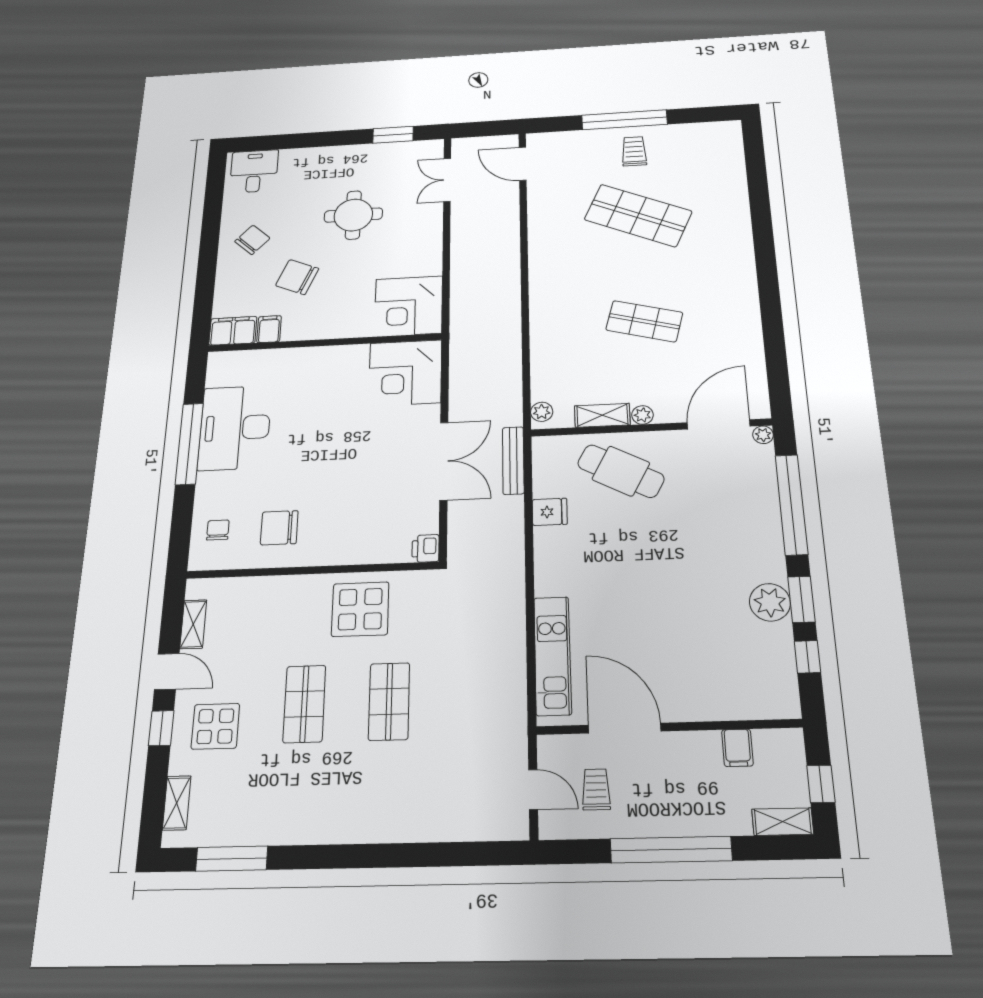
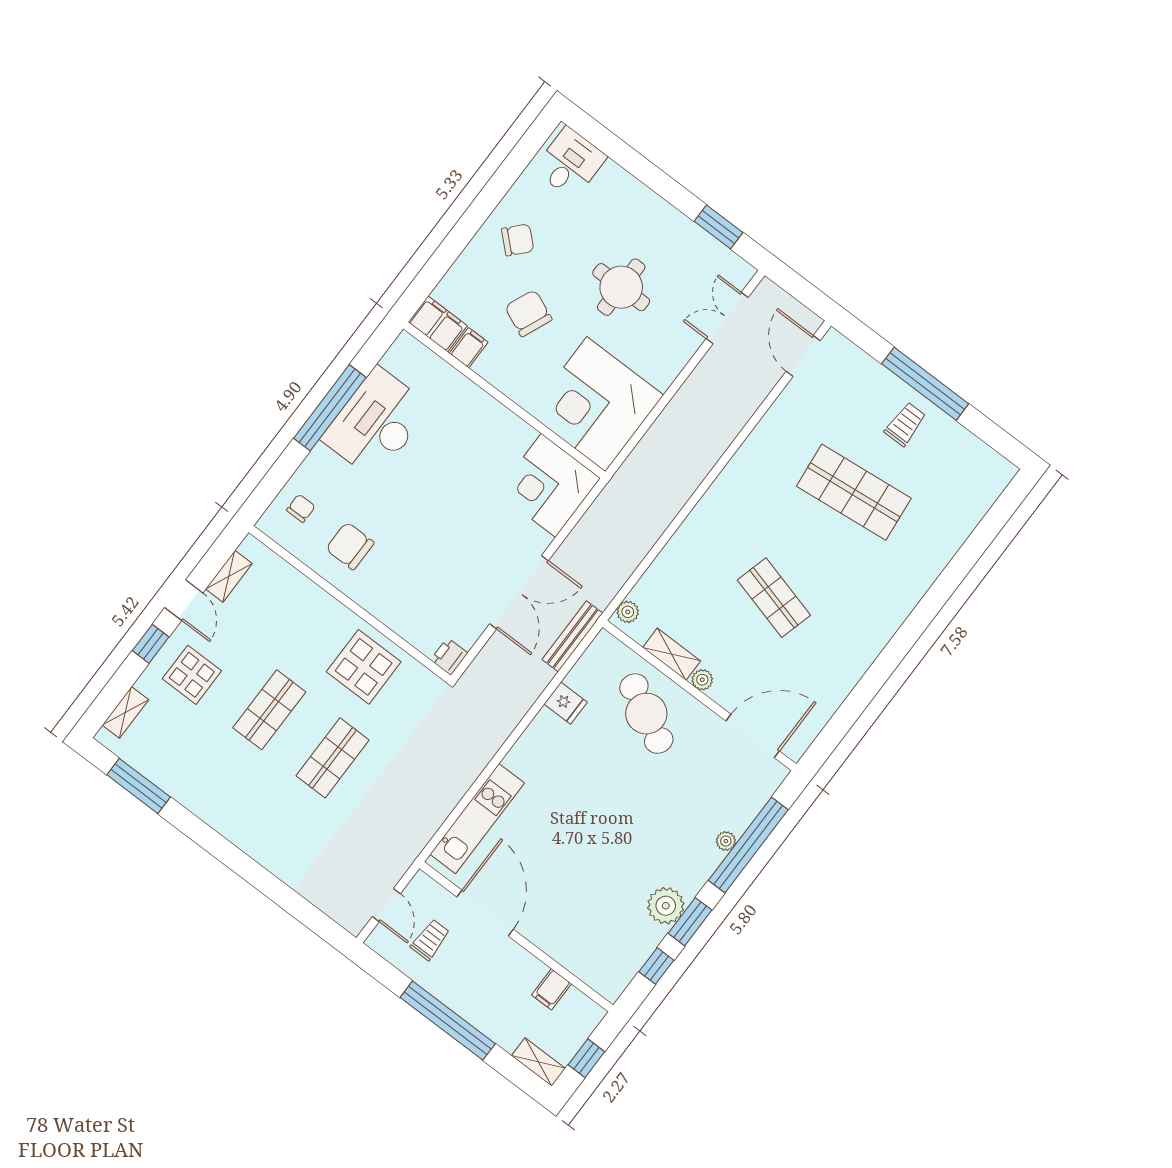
shop shelf: (638, 215) -> (854, 492), turned -30
corner desk: (409, 306) -> (596, 404), width x1.36, depth x1.36
plant: (763, 435) -> (726, 841), moved

